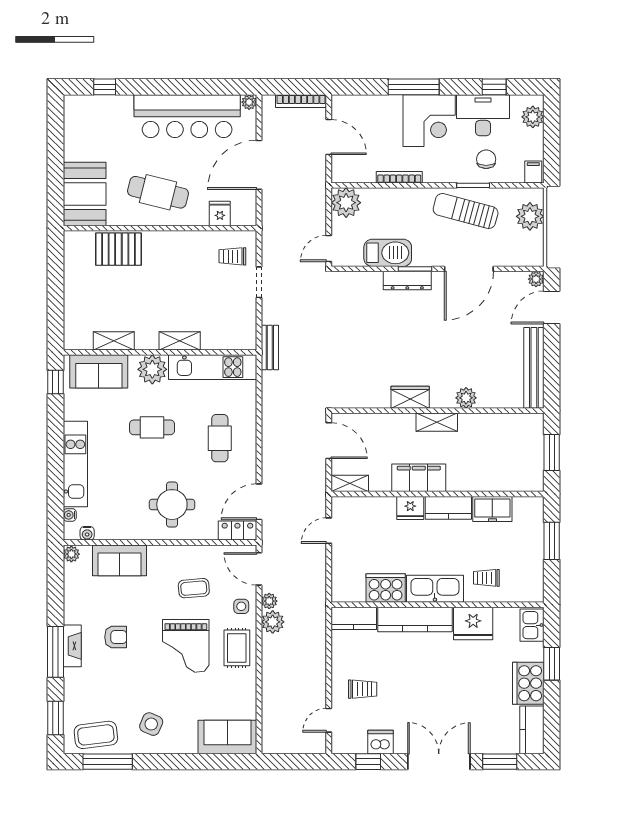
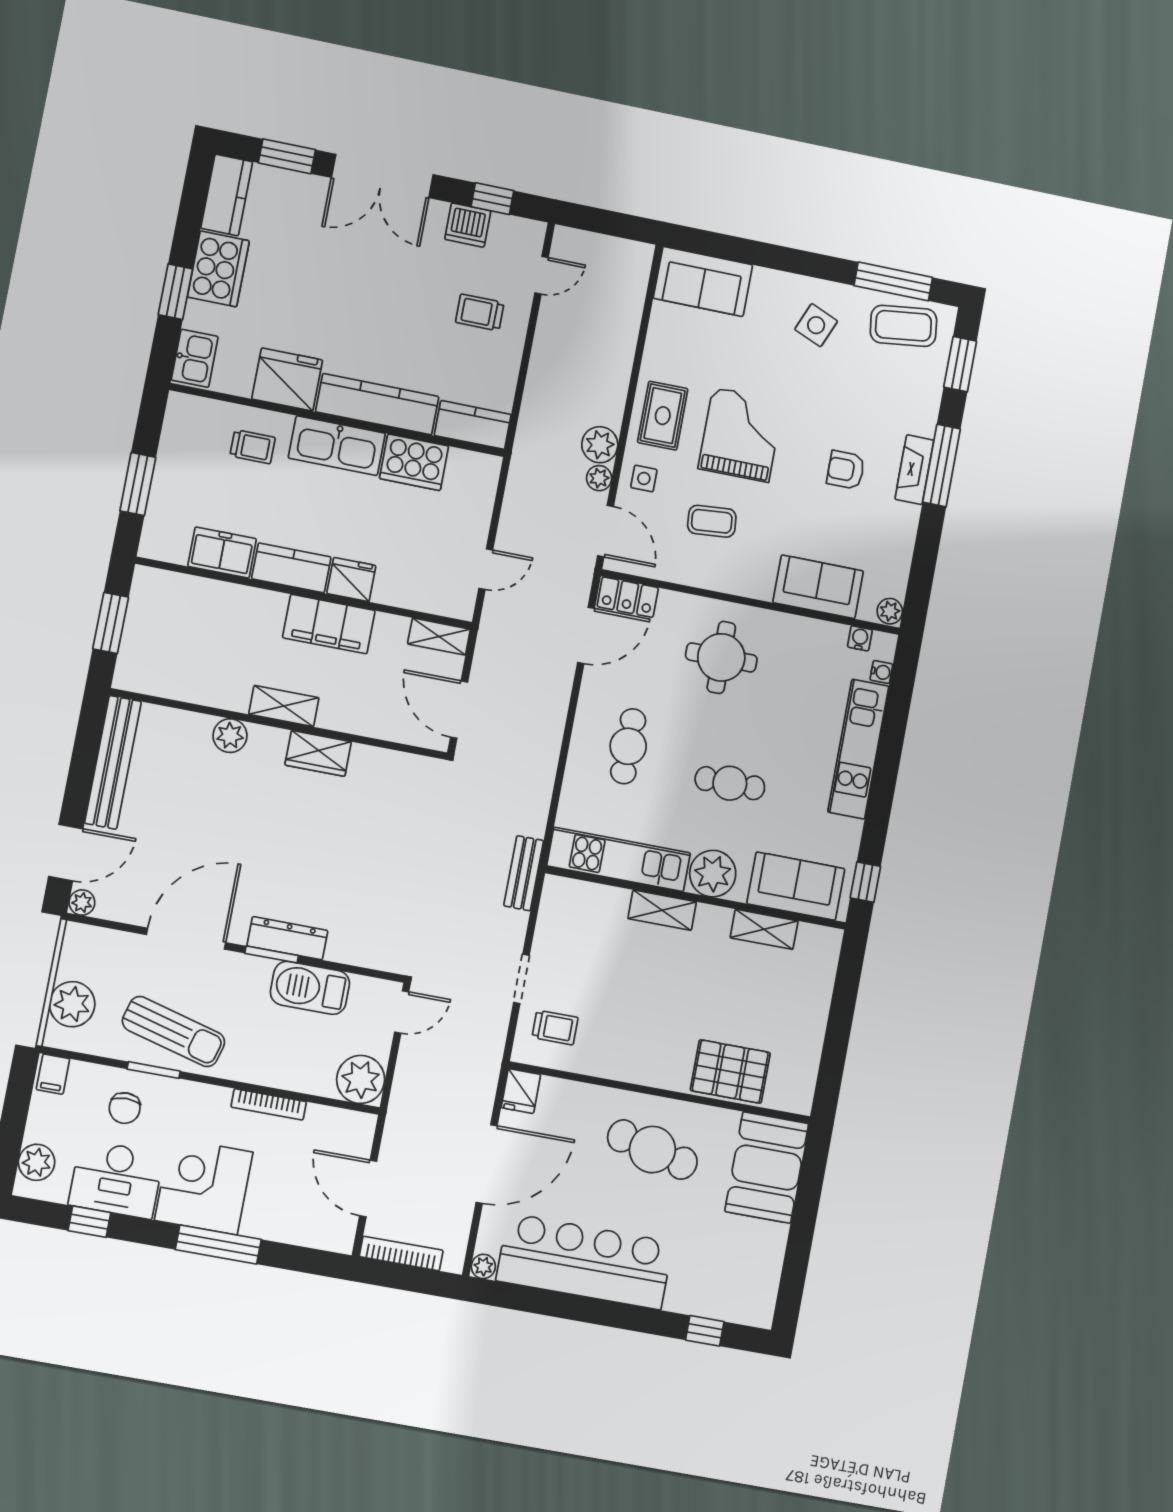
fridge: (220, 213) -> (521, 1091), moved

